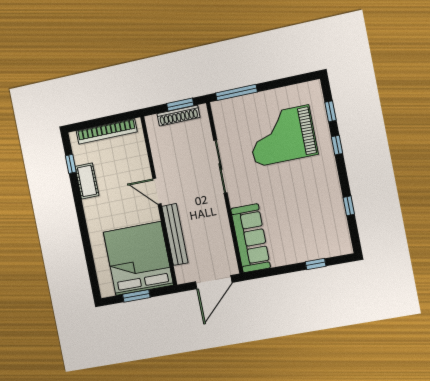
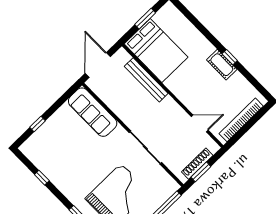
window: (71, 164) -> (230, 57), moved
cot: (87, 181) -> (222, 65), moved
door: (157, 191) -> (200, 123), moved
bed: (138, 259) -> (156, 50), width x0.73

